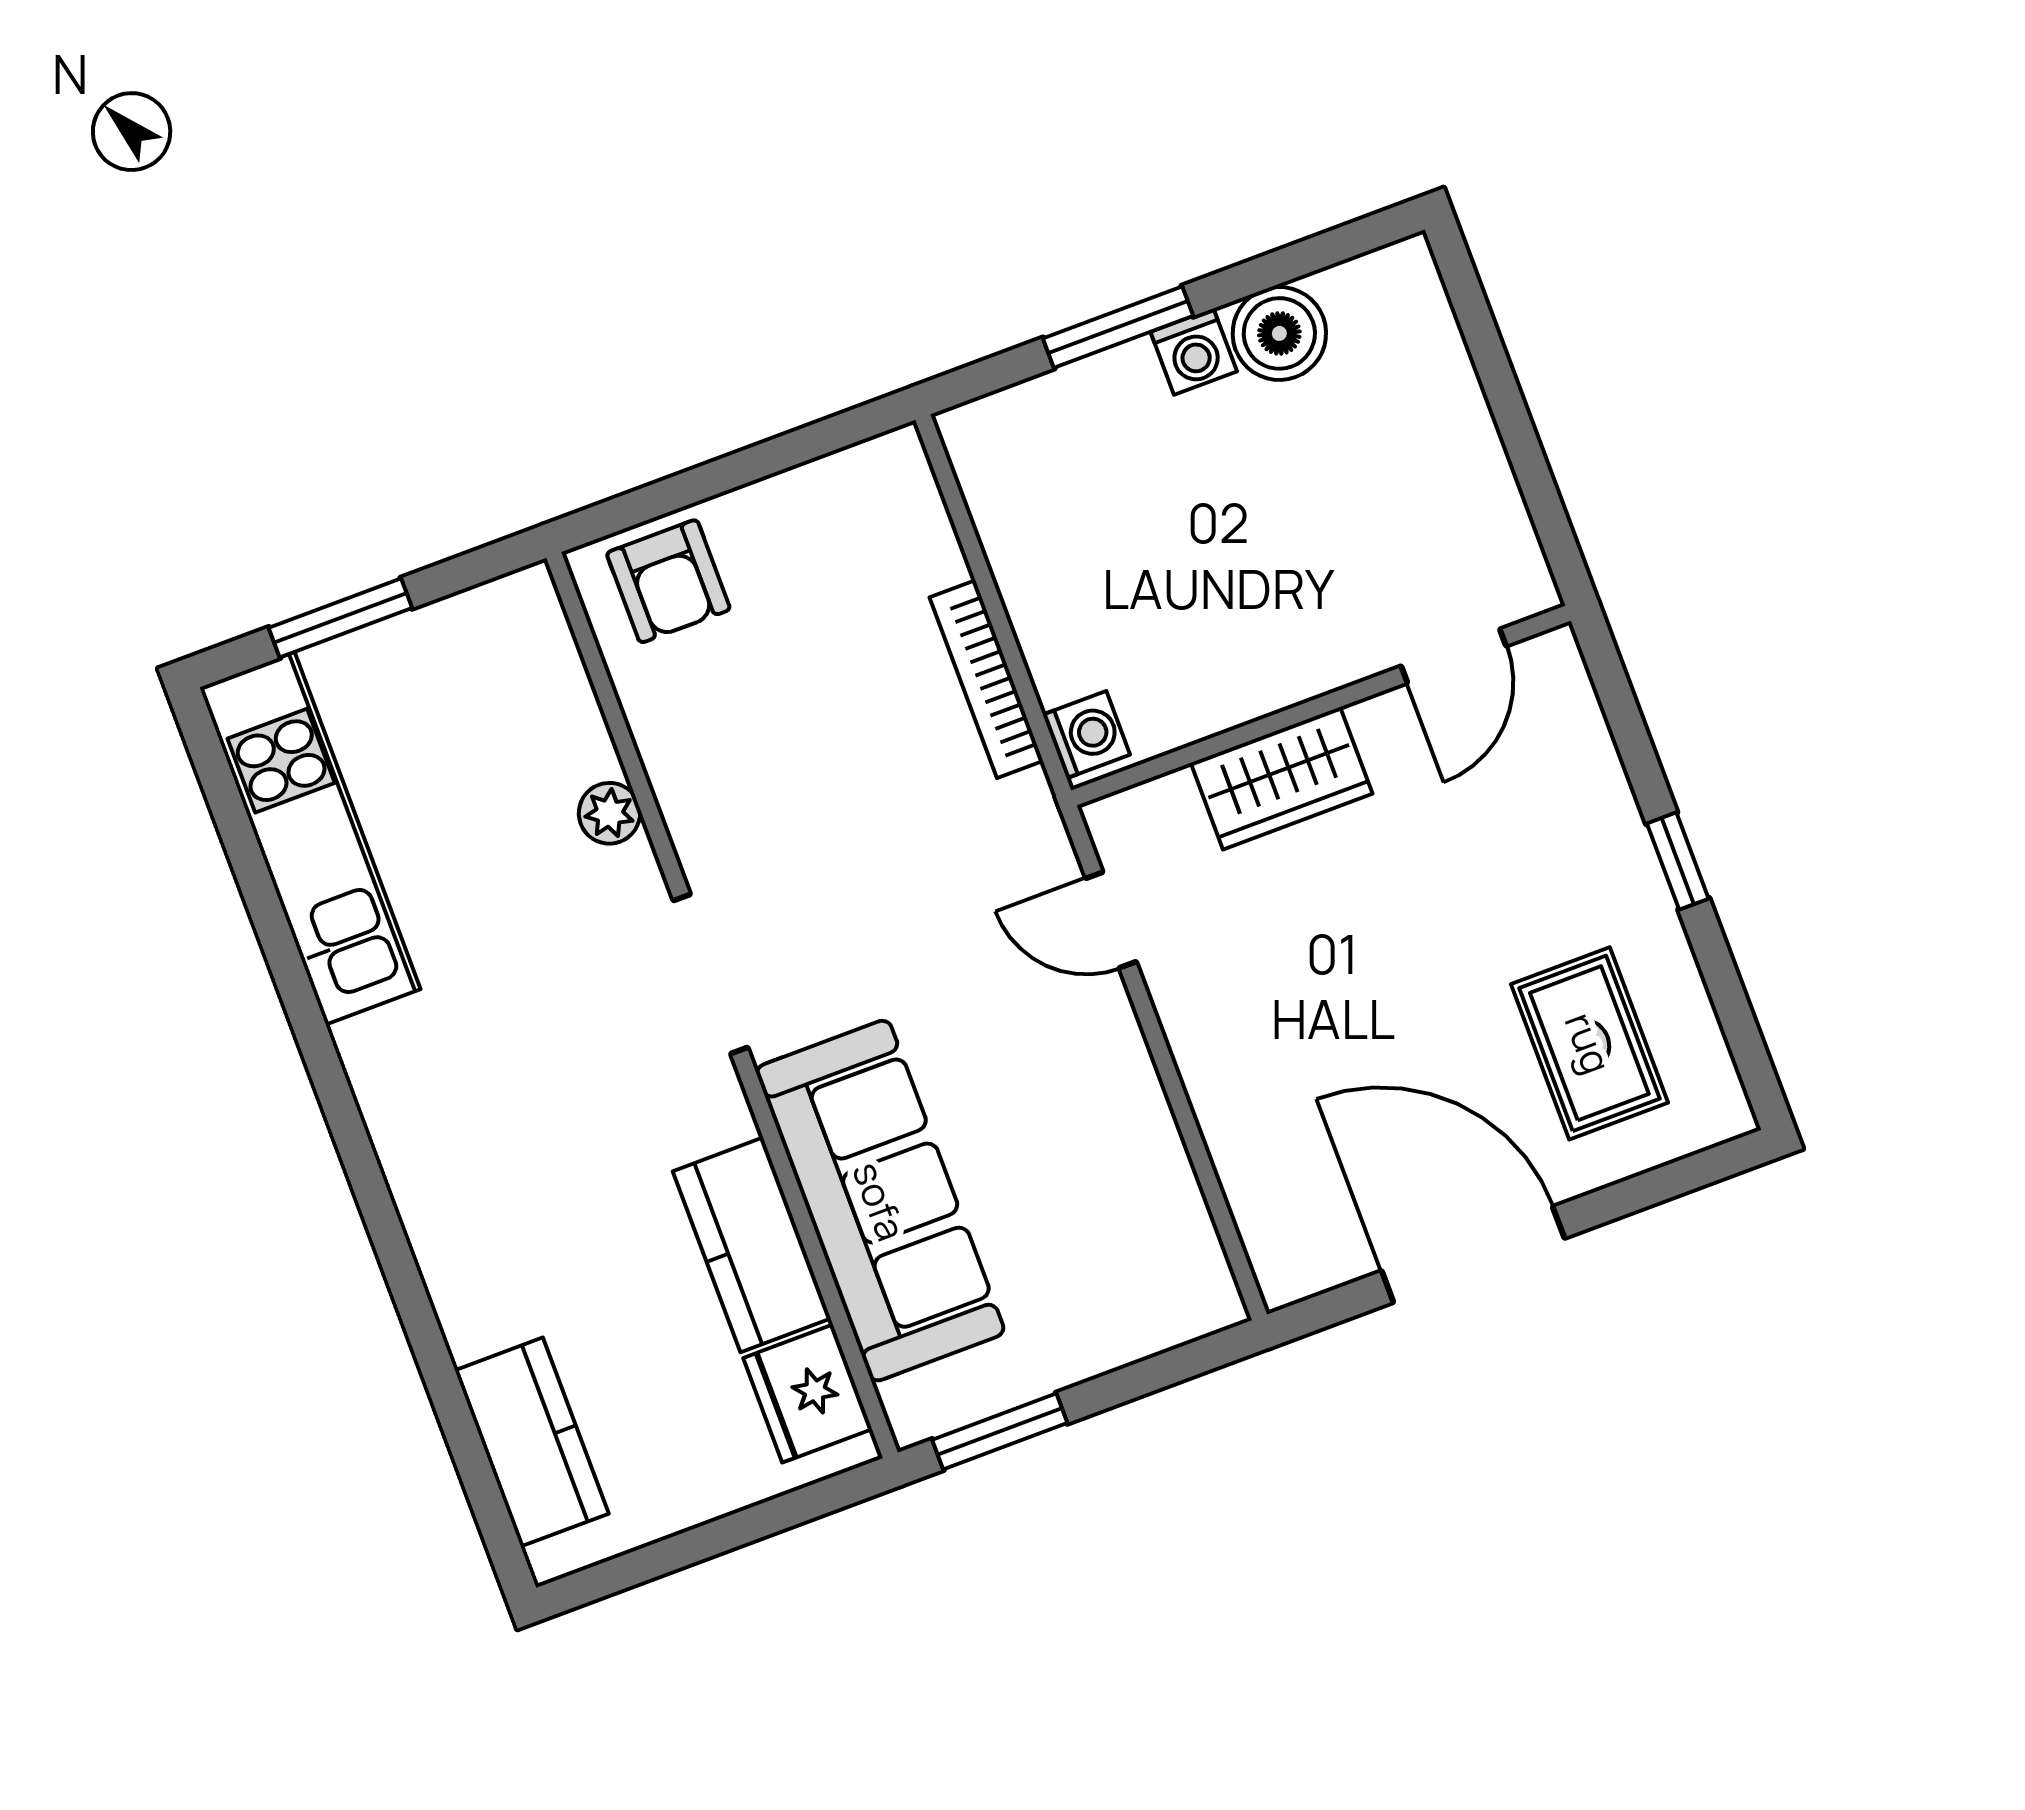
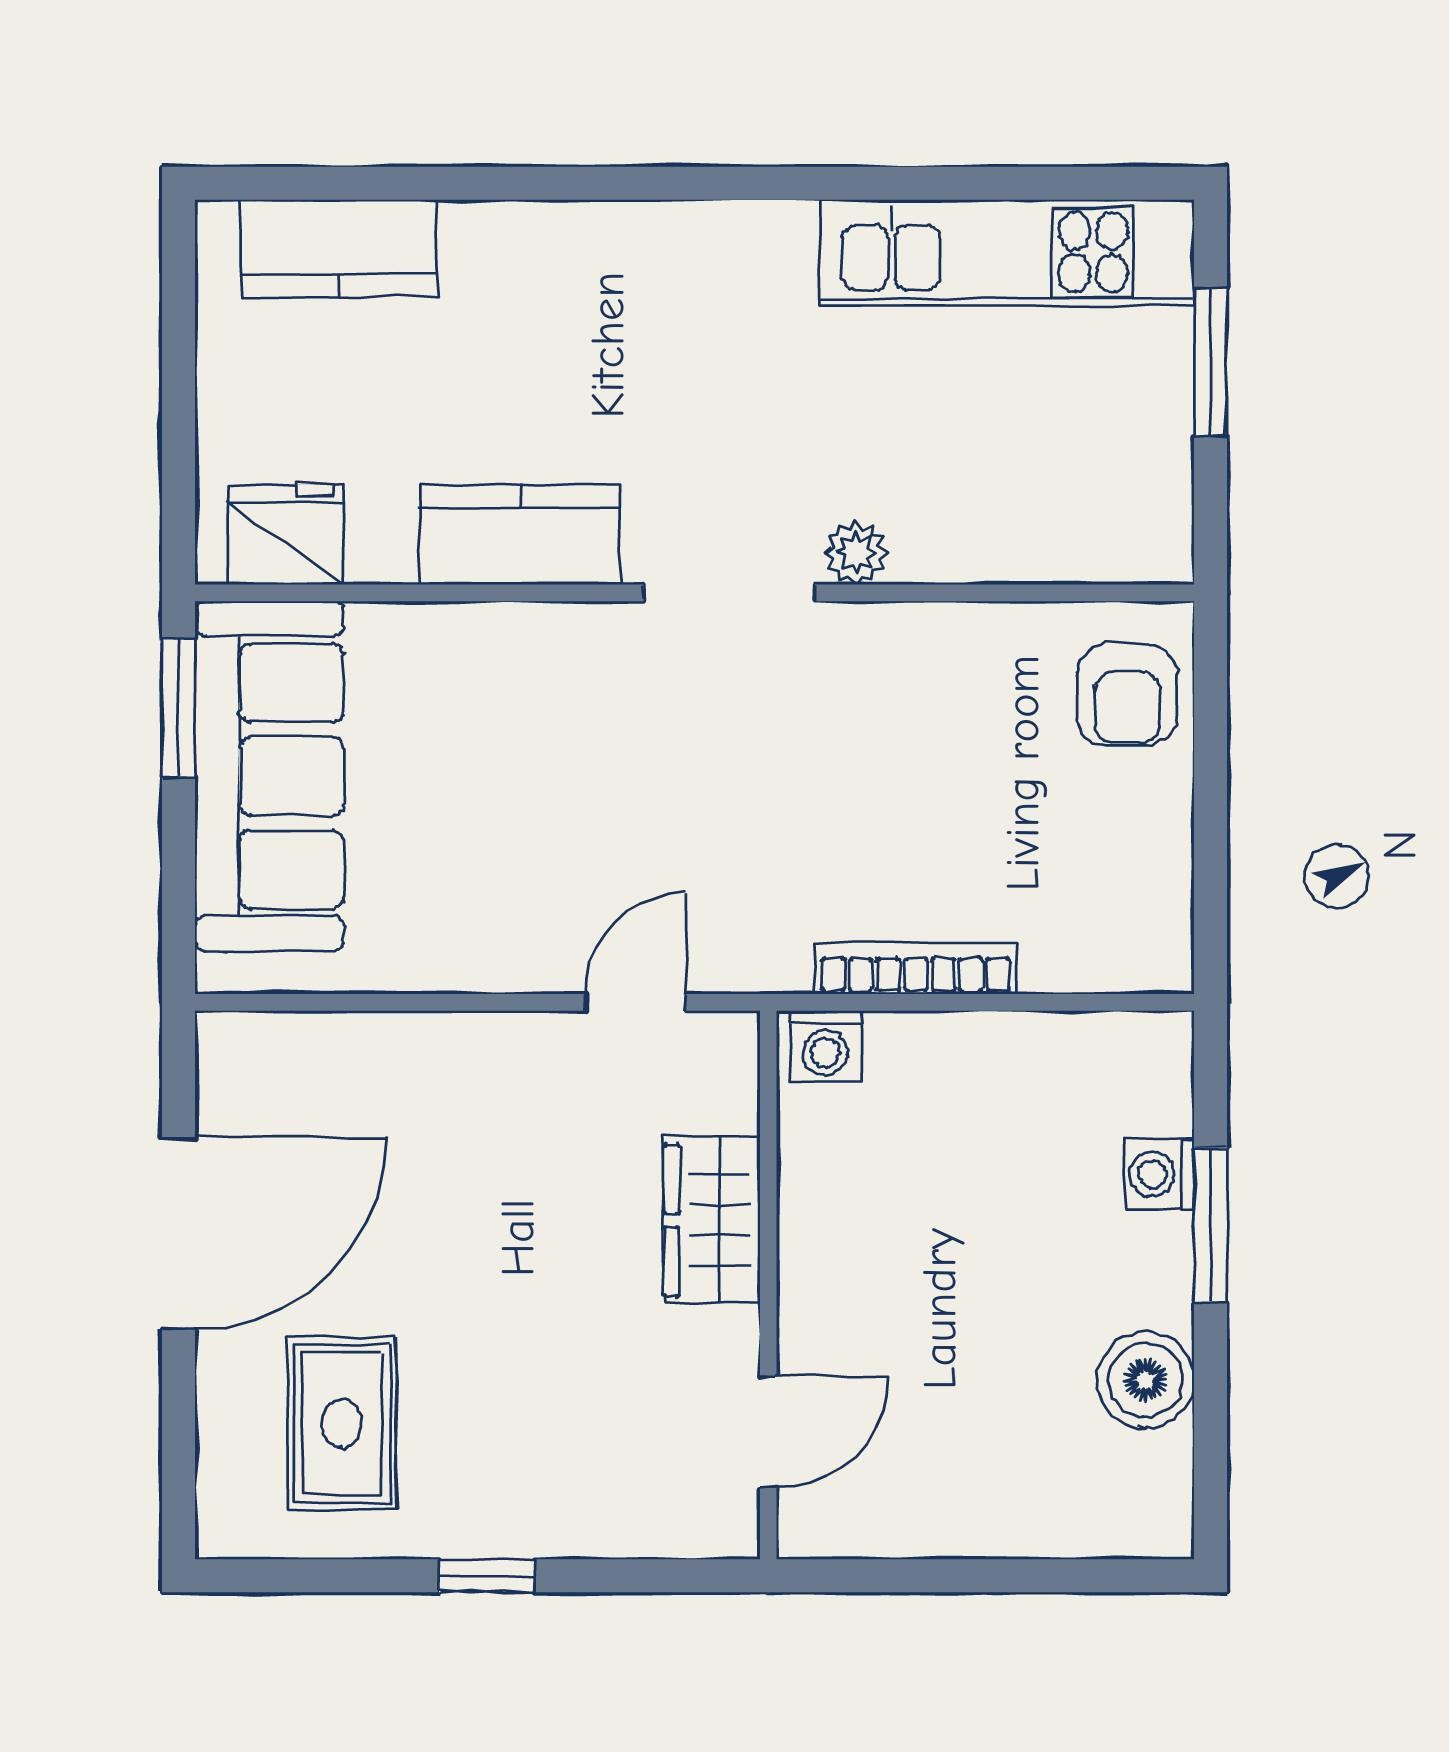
washing machine: (1194, 352) -> (1159, 1174), moved
armchair: (668, 581) -> (1127, 695), turned -90
door: (1454, 656) -> (768, 1432), swing flipped
plant: (609, 813) -> (856, 553), moved
rug: (1589, 1043) -> (342, 1423), turned 90
sofa: (880, 1201) -> (269, 776), moved, turned -90
kitchen counter: (752, 1245) -> (520, 534), moved

